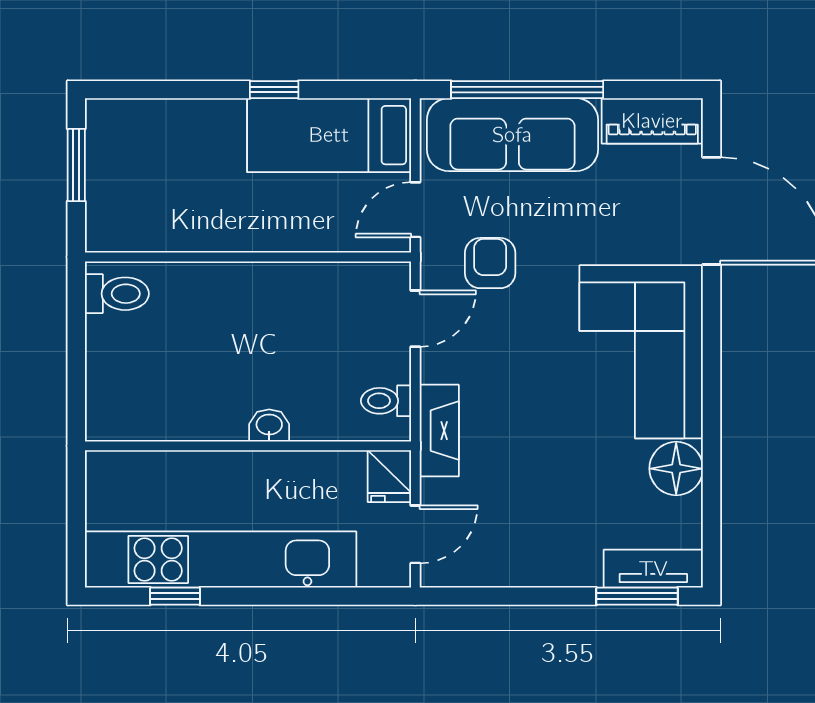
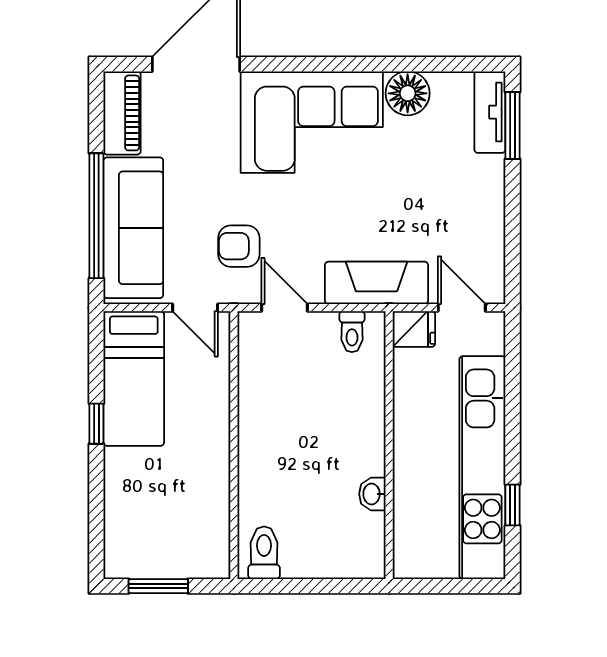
washbasin: (269, 425) -> (372, 494), moved
fireplace: (439, 431) -> (376, 283), width x1.37, depth x1.32

